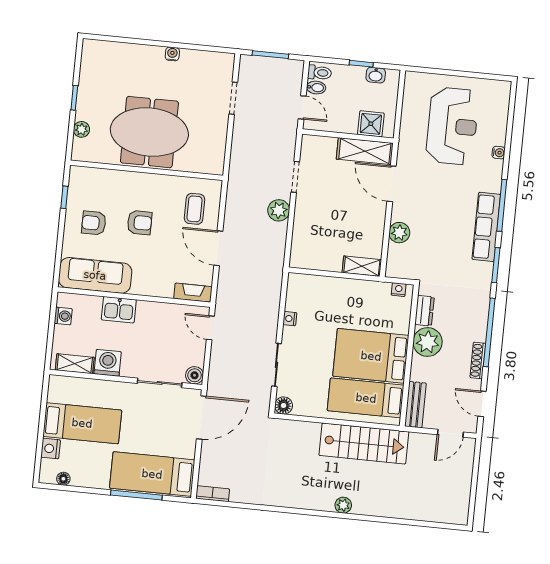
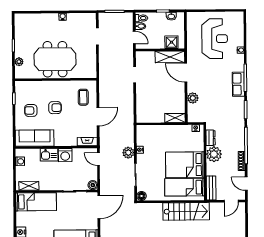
plant: (279, 210) -> (128, 153), moved
row of seats: (486, 227) -> (238, 84), width x0.68
door: (218, 248) -> (98, 117), swing flipped
washing machine: (108, 363) -> (65, 155), moved, turned 180
bed: (82, 423) -> (36, 202), moved

